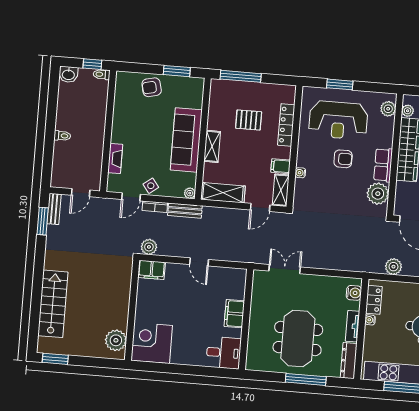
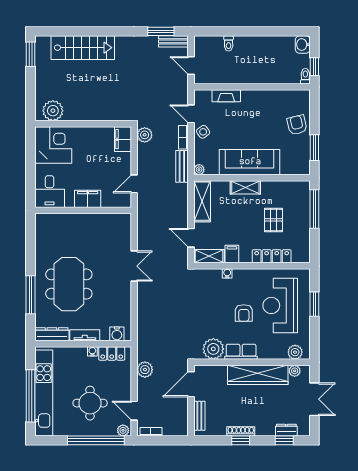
toilet: (62, 136) -> (229, 43), moved
filing cabinet: (234, 314) -> (88, 199), moved
wall: (246, 319) -> (83, 210), moved
meeting table: (298, 339) -> (69, 284), turned 90
desk: (224, 353) -> (50, 192), moved

